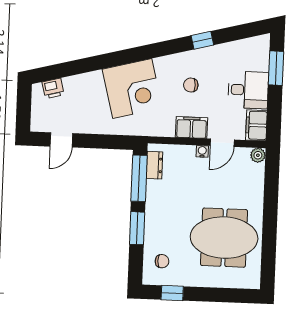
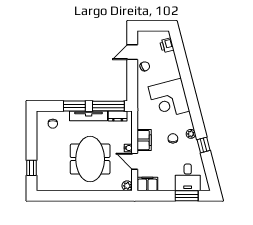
plant: (185, 58) -> (191, 134), added
desk: (248, 90) -> (188, 177), moved
chair: (83, 122) -> (145, 66), added
door: (61, 140) -> (132, 52), hinge flipped
tv unit: (153, 208) -> (89, 116), added
meeting table: (224, 238) -> (90, 159), moved
window: (172, 293) -> (32, 168), moved

